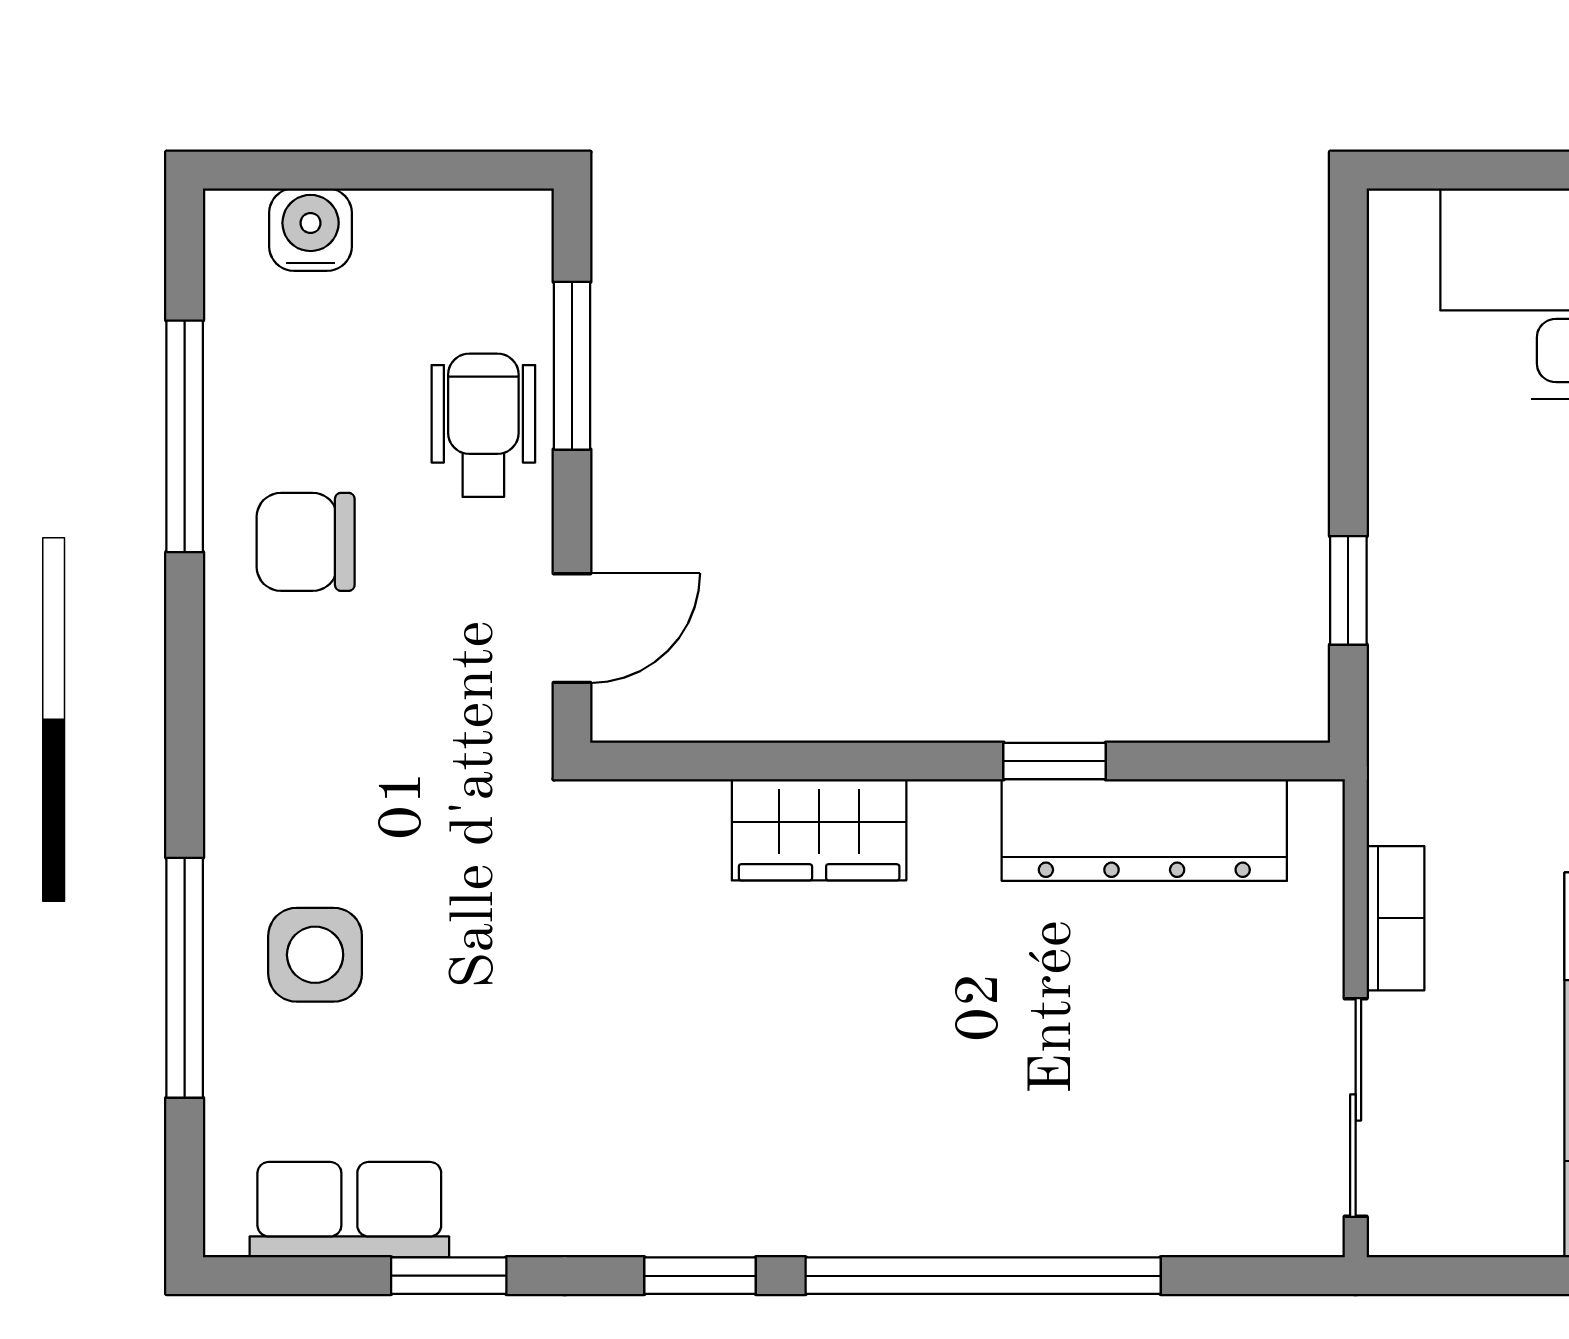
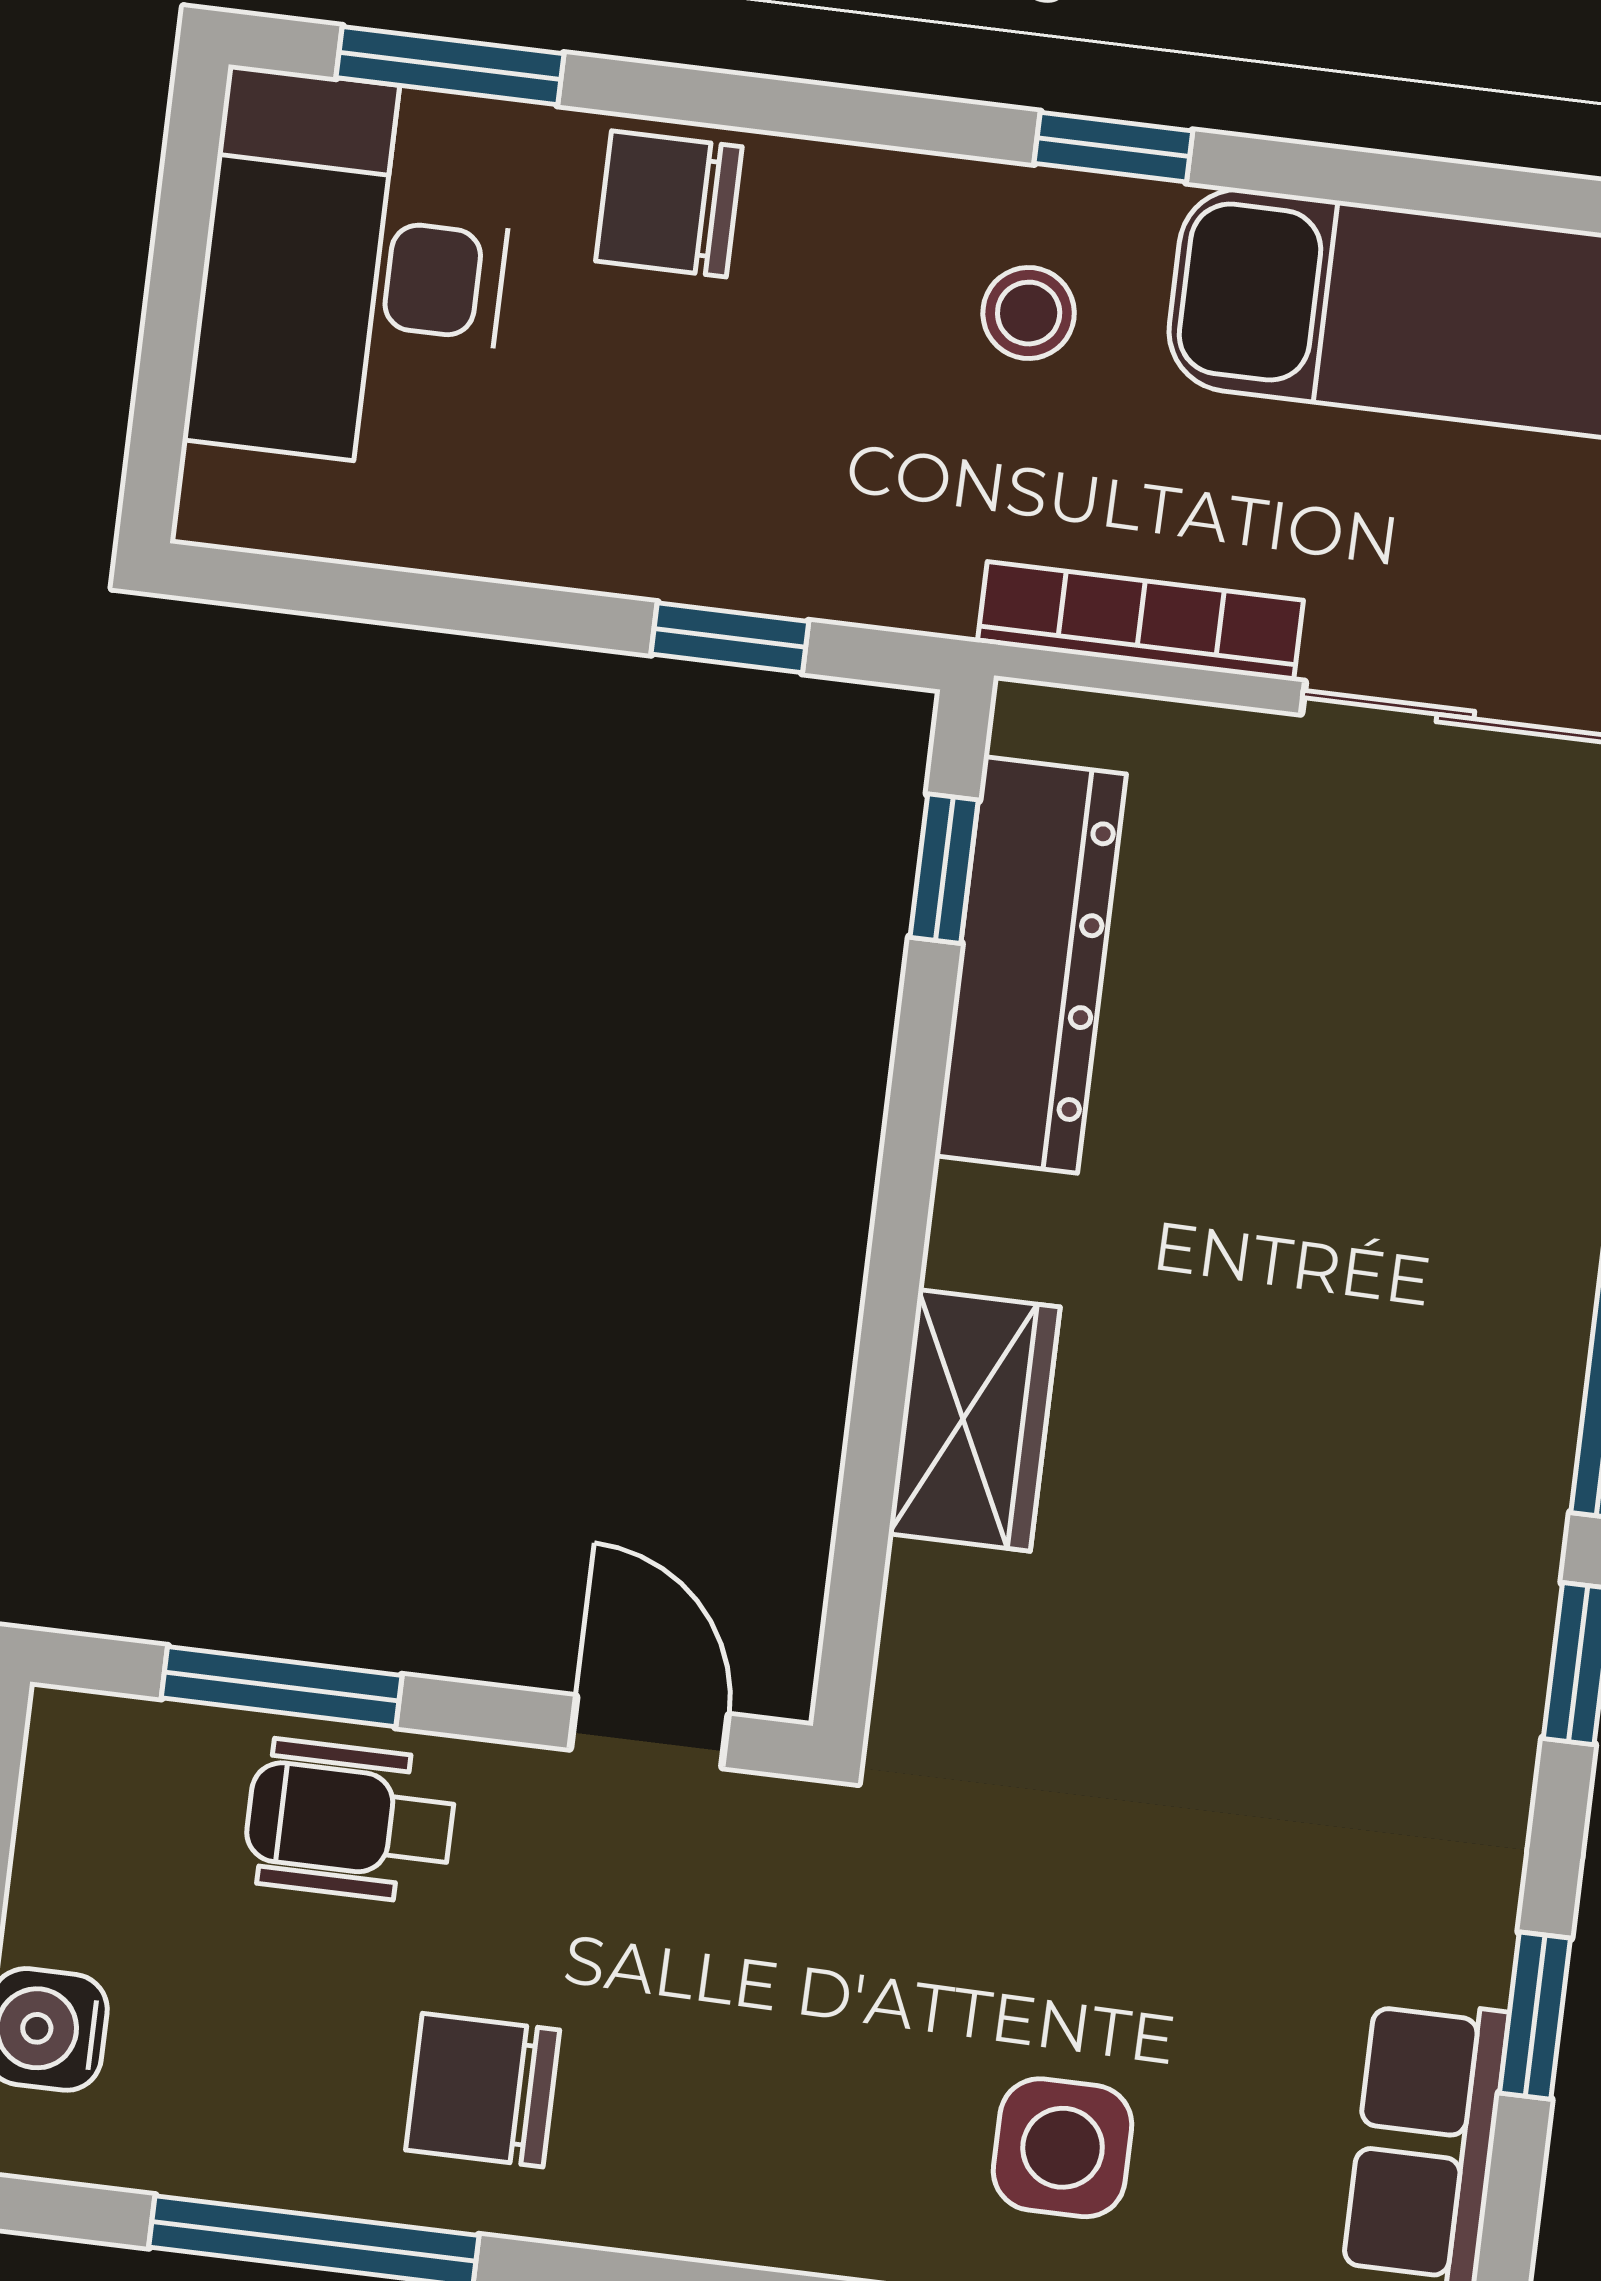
chair: (306, 542) -> (483, 2090), turned 90
window: (1055, 761) -> (944, 869), moved
bookcase: (1395, 918) -> (1140, 621), width x1.56

